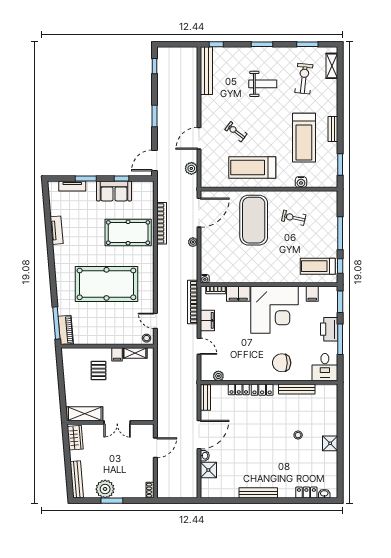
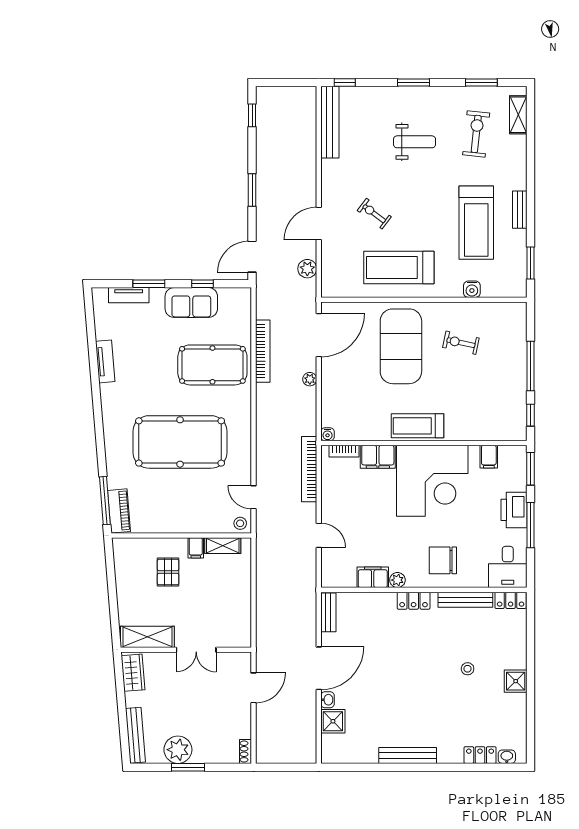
treadmill: (318, 266) -> (418, 426), moved
filing cabinet: (207, 320) -> (373, 577), moved, turned -90
plant: (218, 376) -> (397, 580), moved
locker: (239, 389) -> (511, 600), moved

